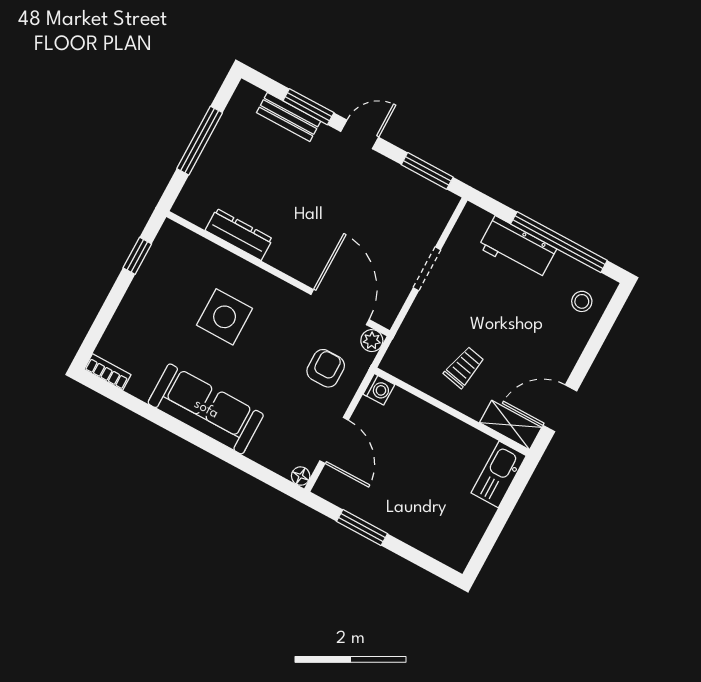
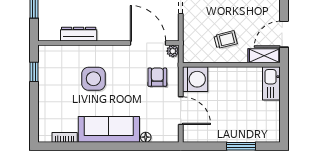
trolley: (464, 367) -> (226, 40), turned 64
bookcase: (107, 372) -> (65, 137), moved
washing machine: (379, 389) -> (195, 79), width x1.89, depth x1.89
floor lamp: (301, 476) -> (146, 137), moved
window: (362, 527) -> (241, 146), moved

